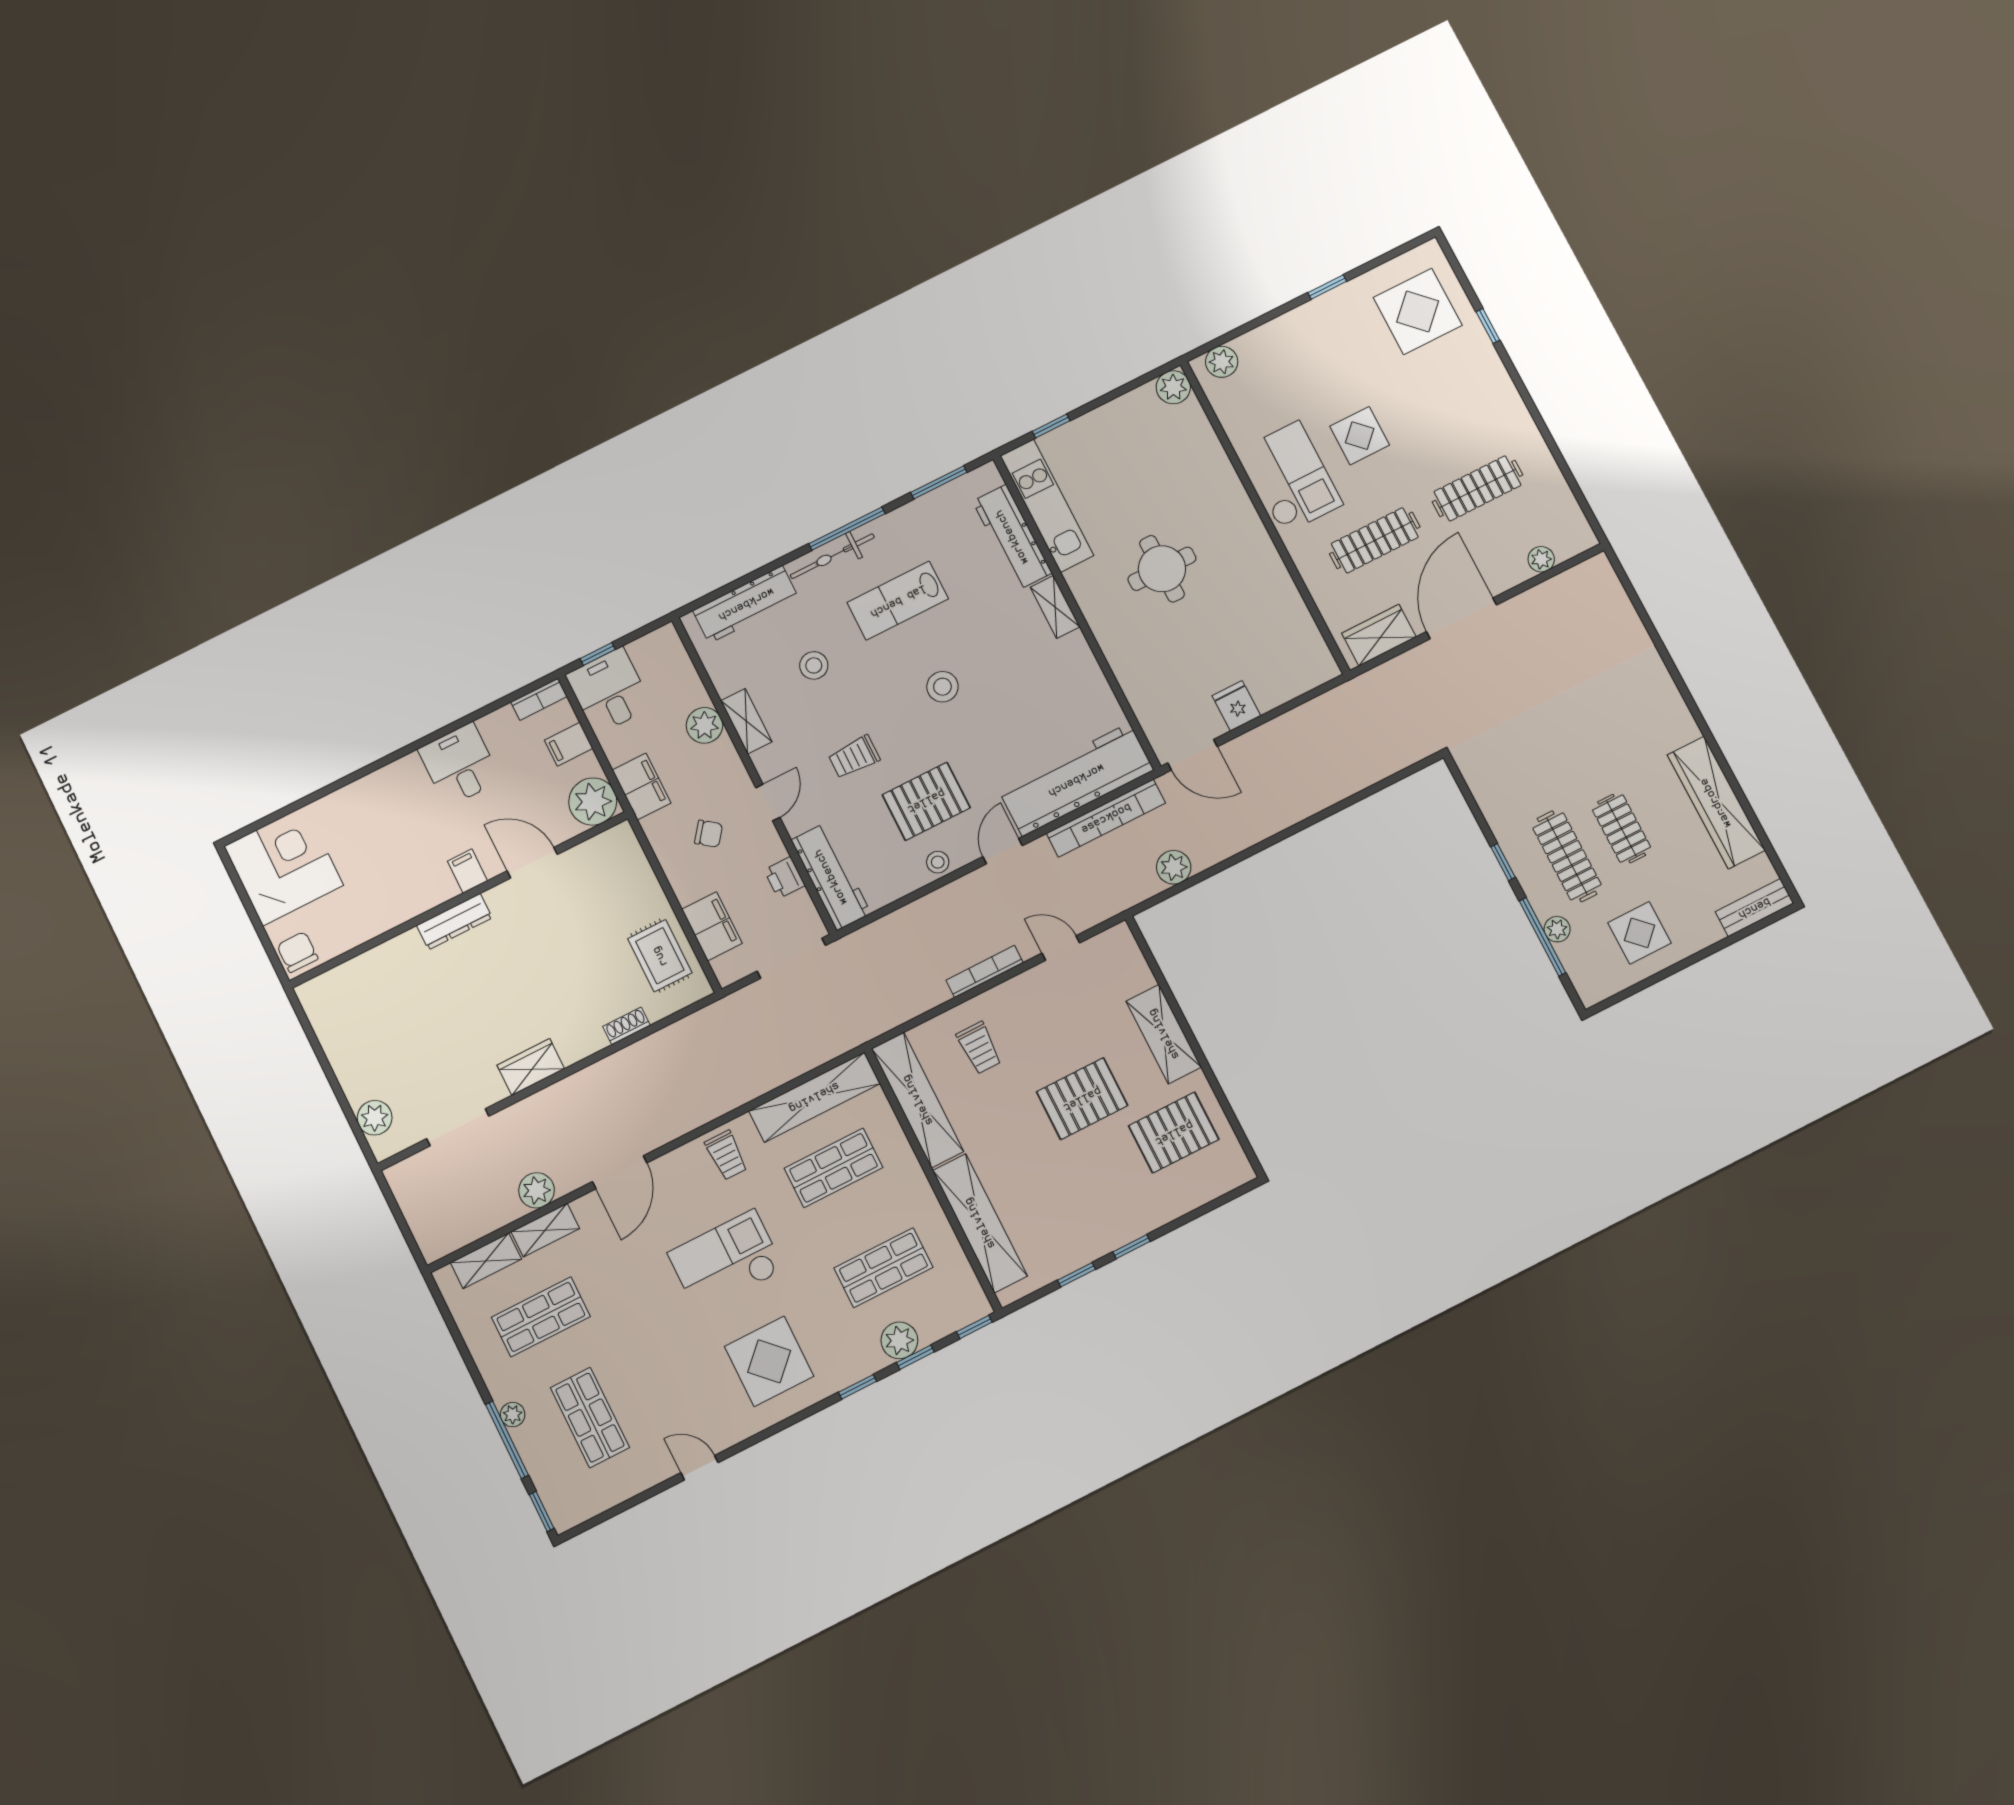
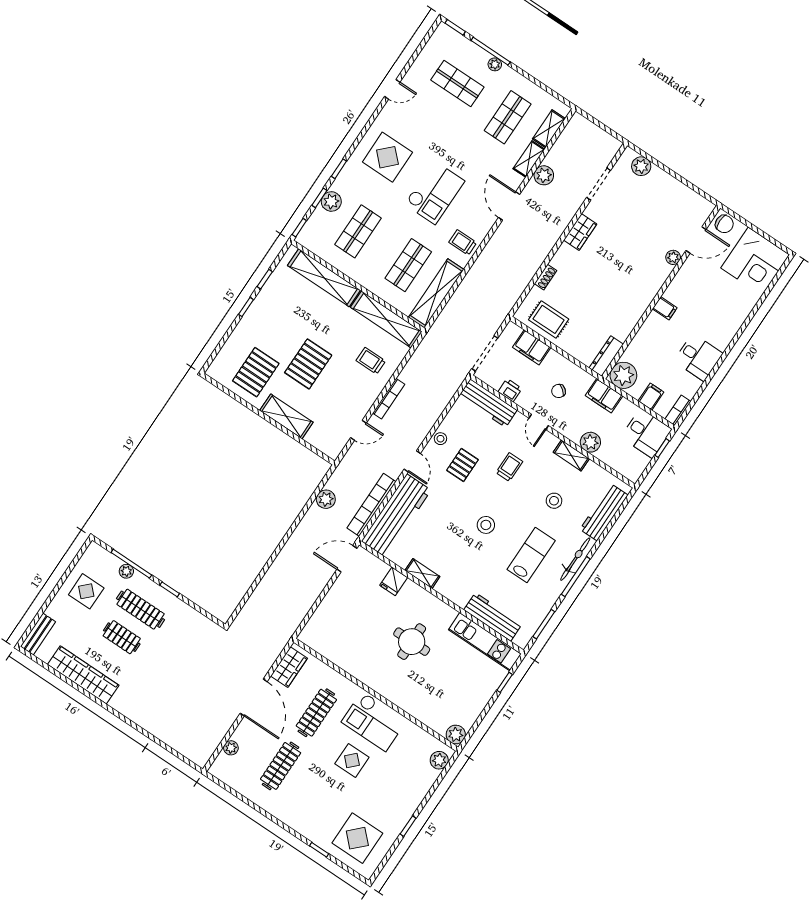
shelving: (1055, 607) -> (422, 573), moved
fridge: (1236, 706) -> (394, 581), moved, turned 90
pallet: (926, 801) -> (462, 465), width x0.67, depth x0.71
door: (532, 863) -> (696, 240), moved
dresser: (454, 922) -> (606, 356), moved
plant: (408, 944) -> (673, 257), added

